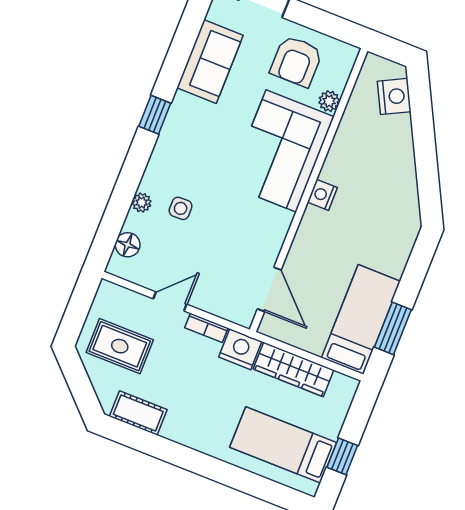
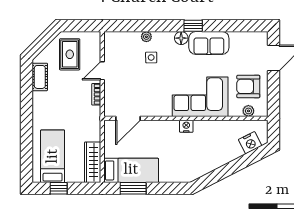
sofa: (210, 61) -> (209, 43), moved
plant: (329, 101) -> (248, 111), moved
floor lamp: (128, 245) -> (181, 38), moved
door: (170, 301) -> (102, 71), swing flipped
nightstand: (240, 349) -> (92, 116), removed
wardrobe: (294, 369) -> (93, 162), moved

